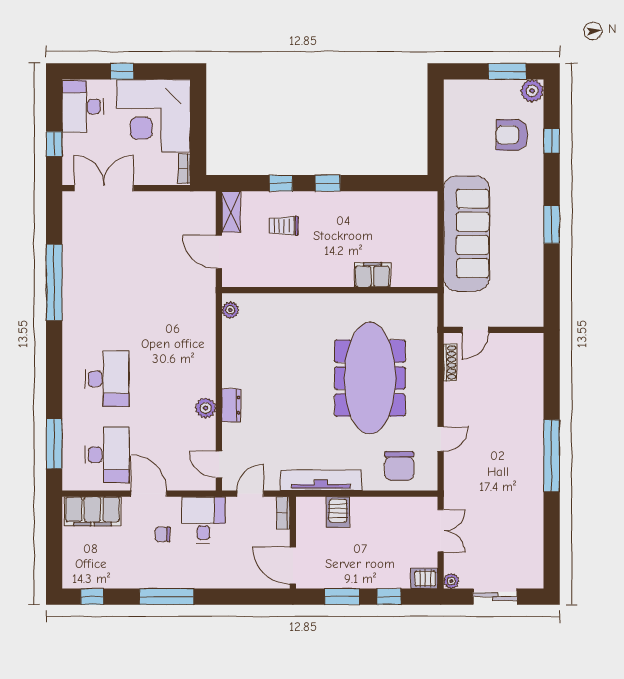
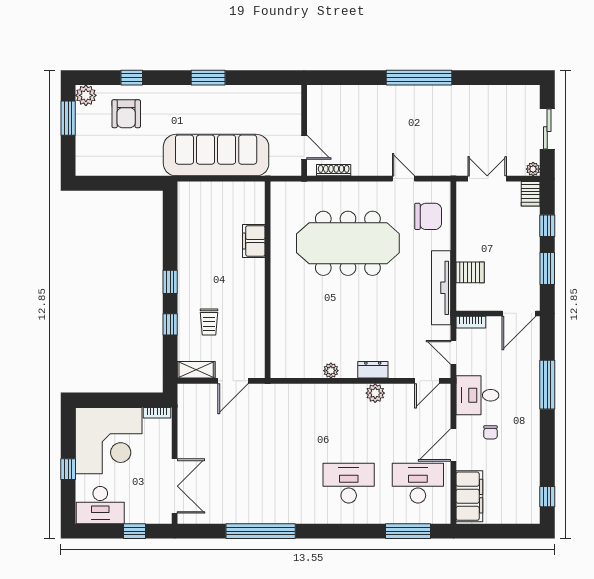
double door: (104, 188) -> (175, 486), swing flipped
plant: (230, 310) -> (331, 371), moved
window: (167, 597) -> (547, 385), moved

